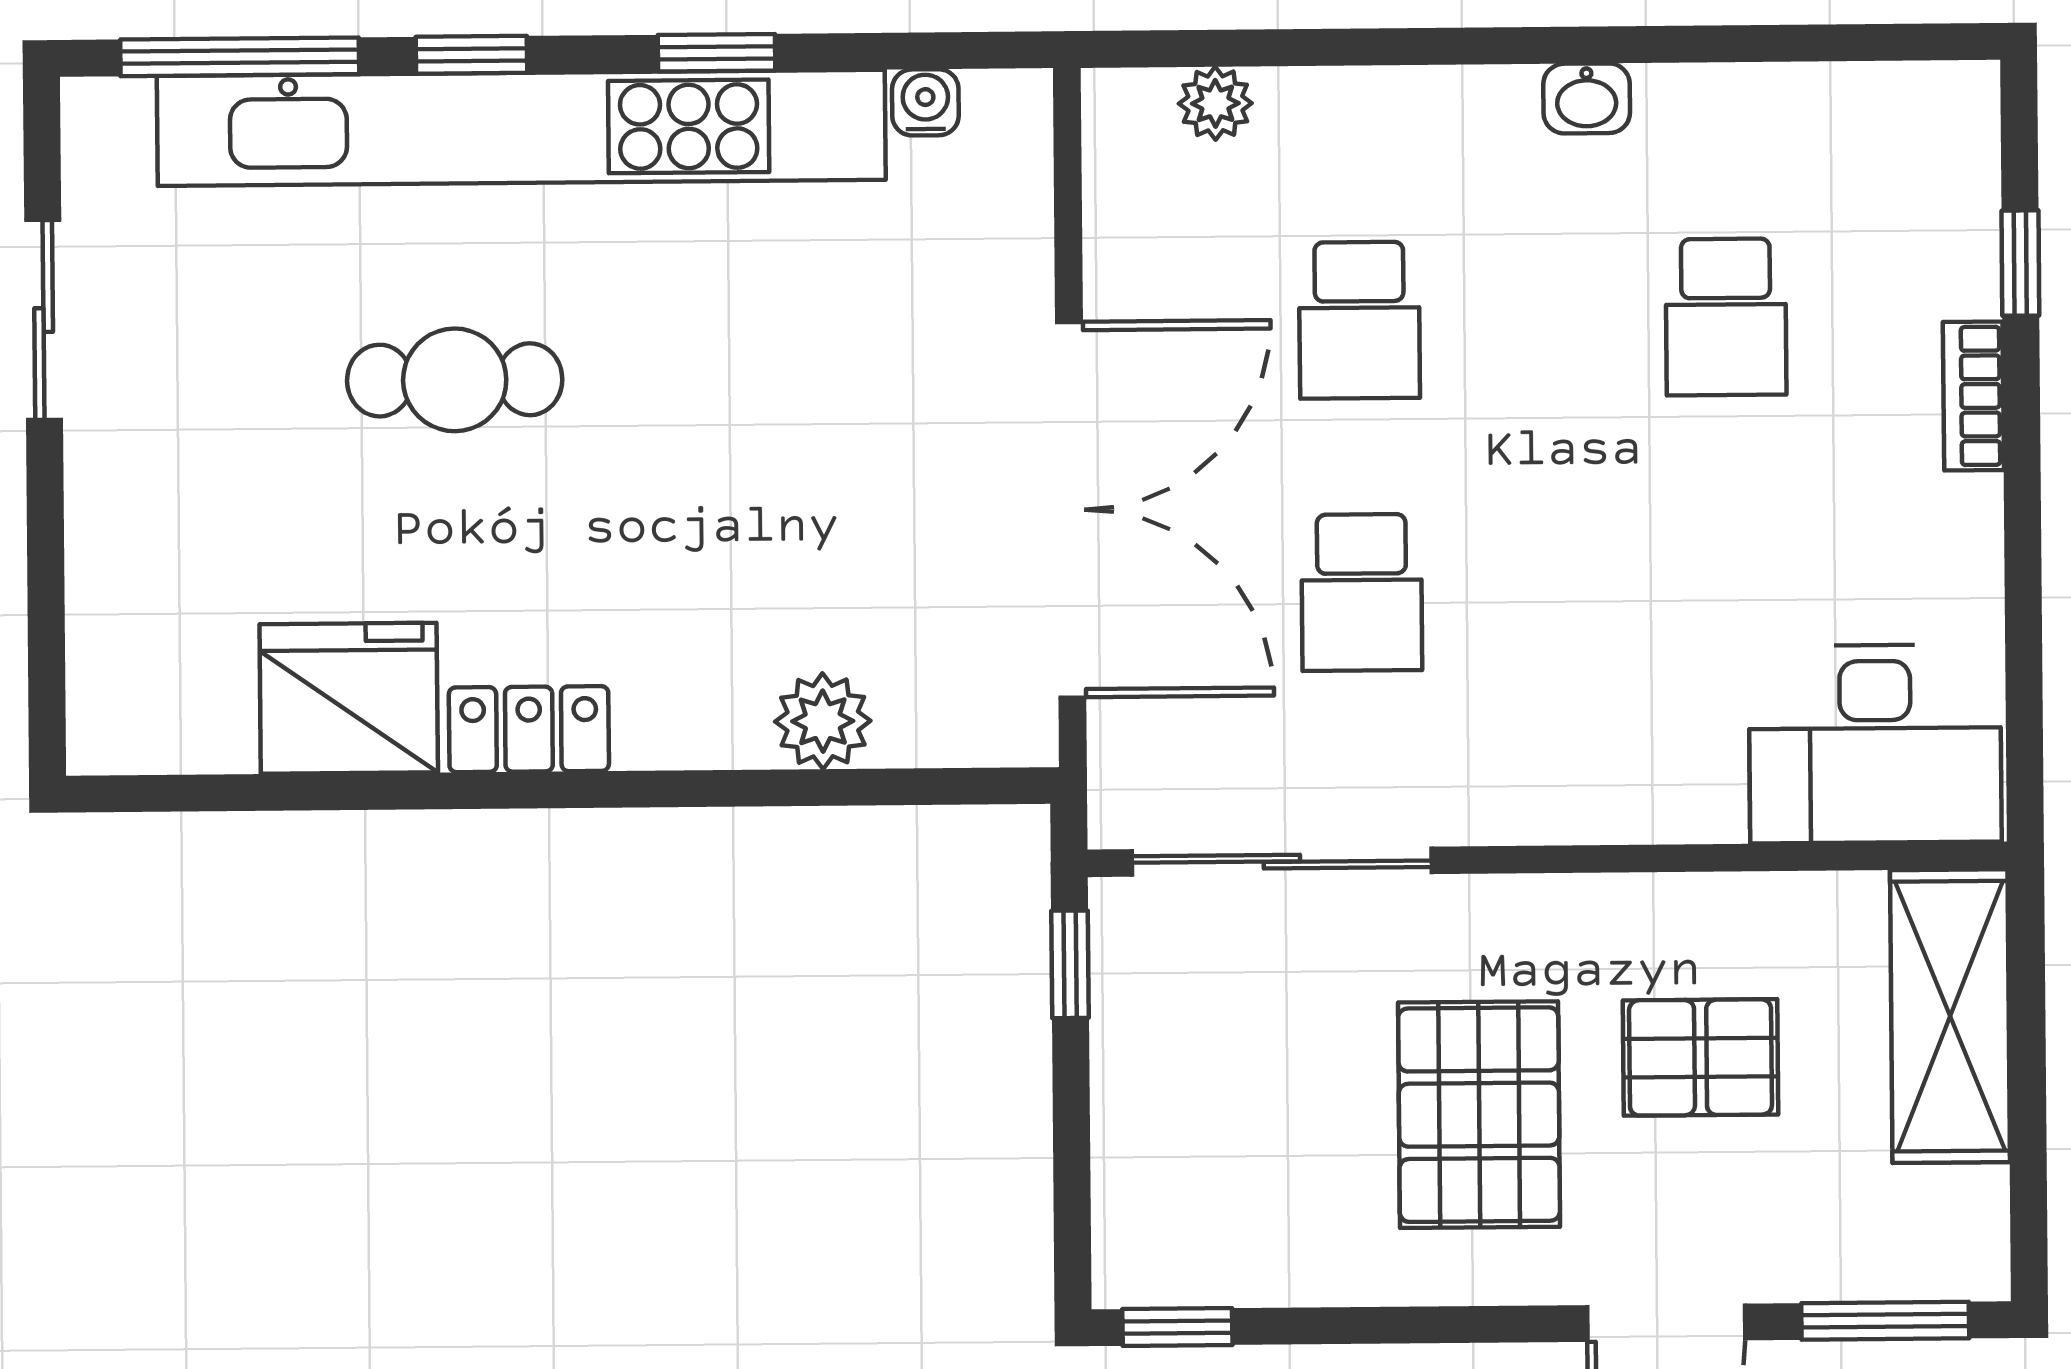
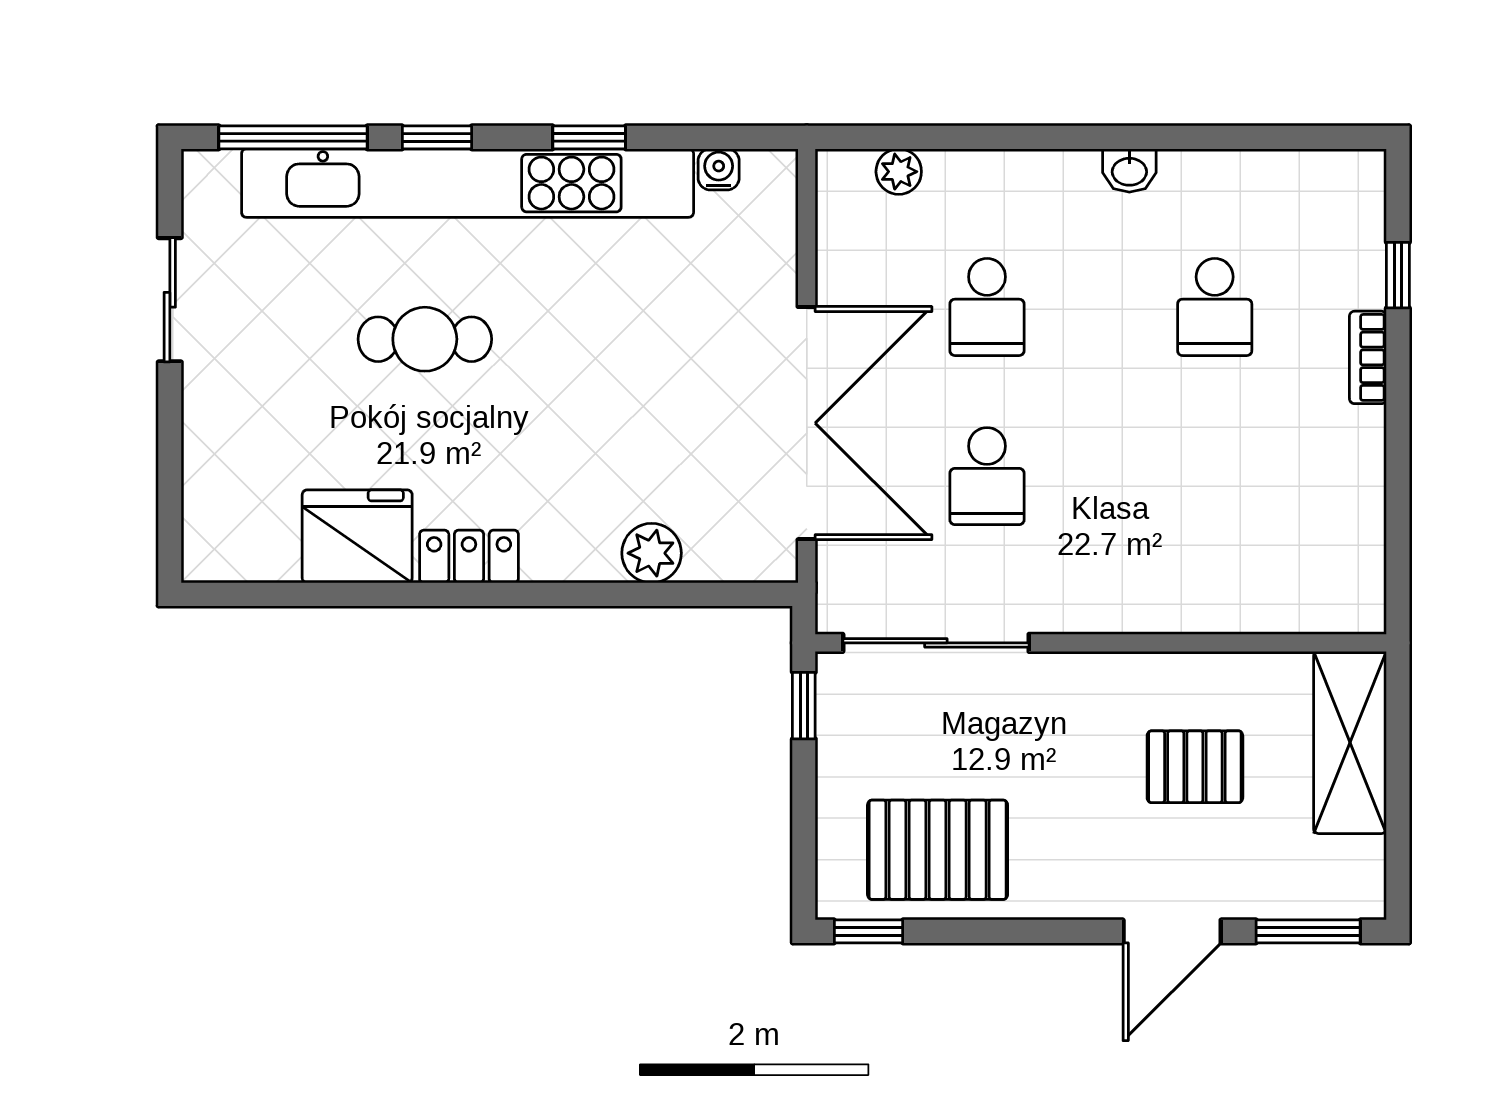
desk: (1875, 744) -> (1305, 573), removed
pallet: (1479, 1115) -> (938, 850), moved, turned 90

